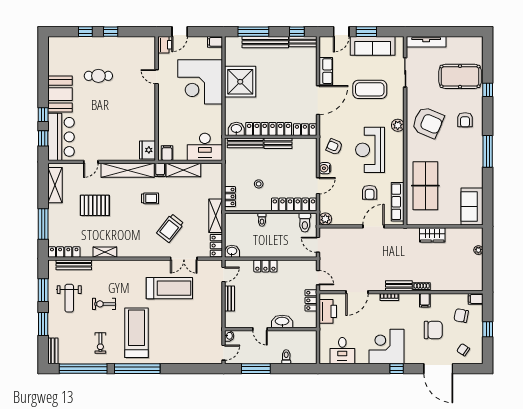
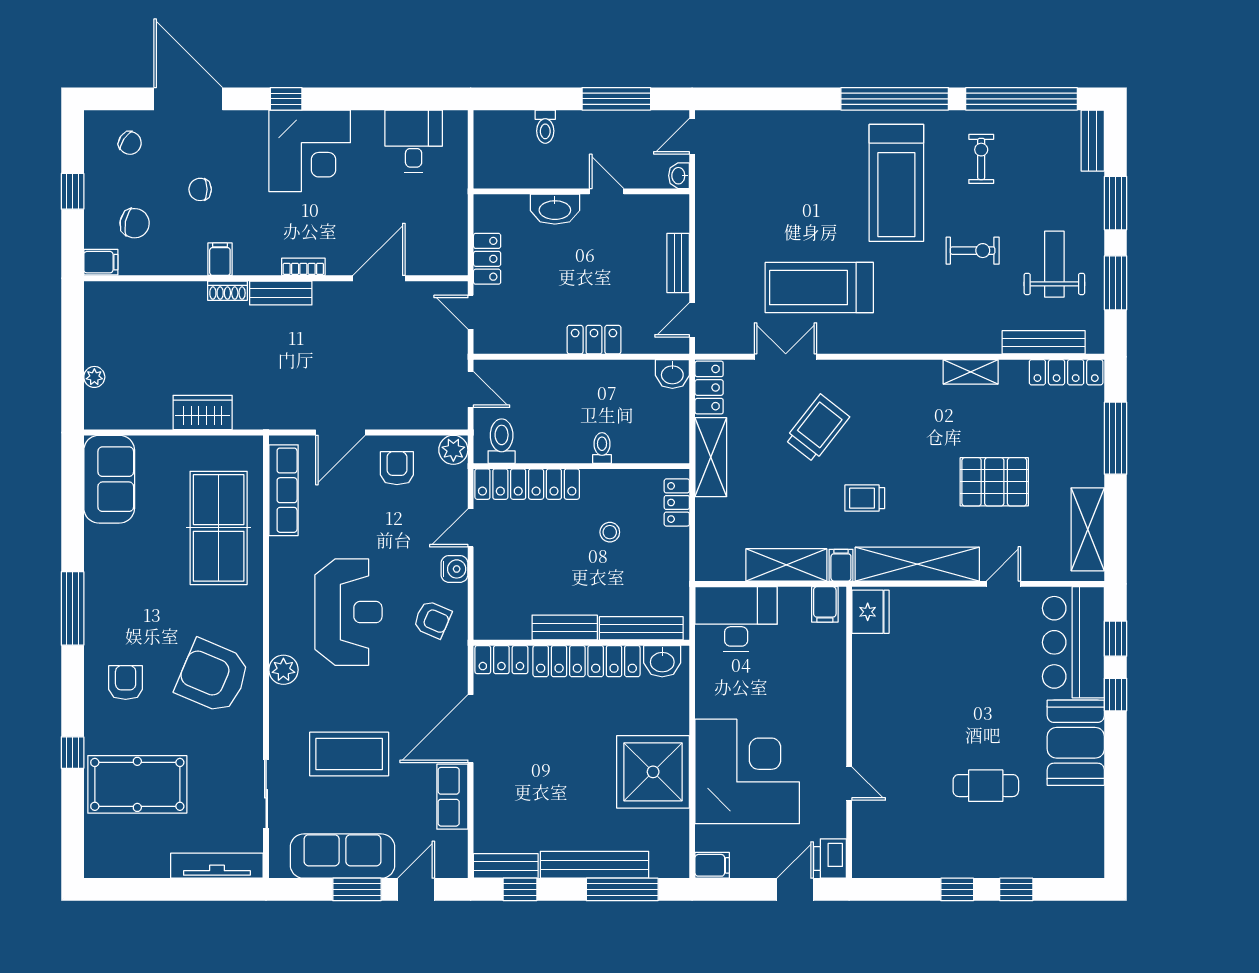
armchair: (370, 192) -> (397, 468), moved
printer: (328, 311) -> (448, 233), removed
chair: (433, 330) -> (200, 189), width x0.54, depth x0.54

